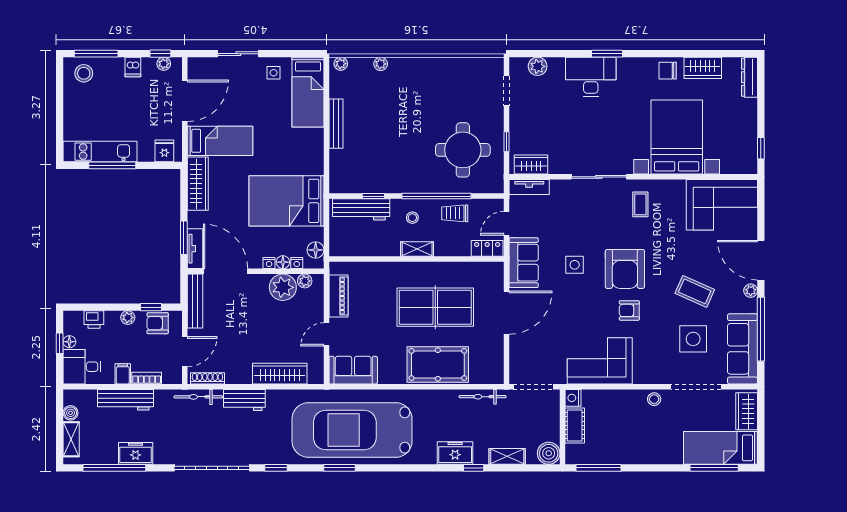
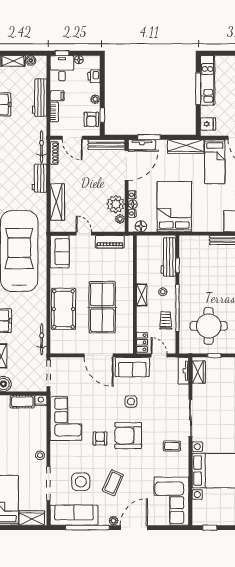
armchair: (158, 323) -> (91, 119), turned 180
window: (60, 343) -> (62, 53), moved

